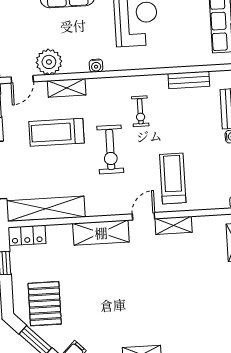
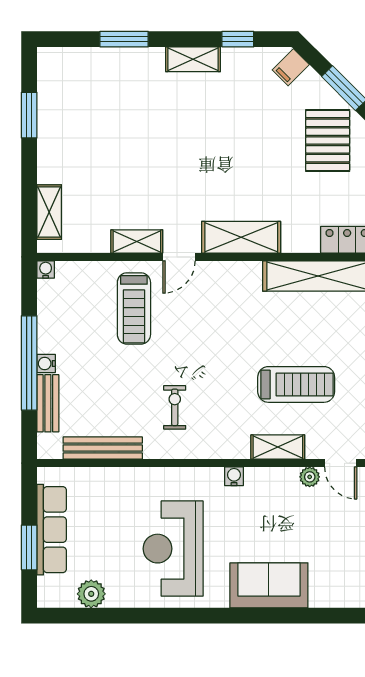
plant: (49, 62) -> (310, 477), width x0.53, depth x0.53
door: (22, 79) -> (341, 463), swing flipped
bench: (189, 80) -> (103, 448), width x1.36
exercise bike: (110, 149) -> (221, 355), removed

